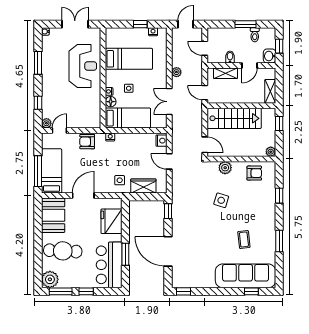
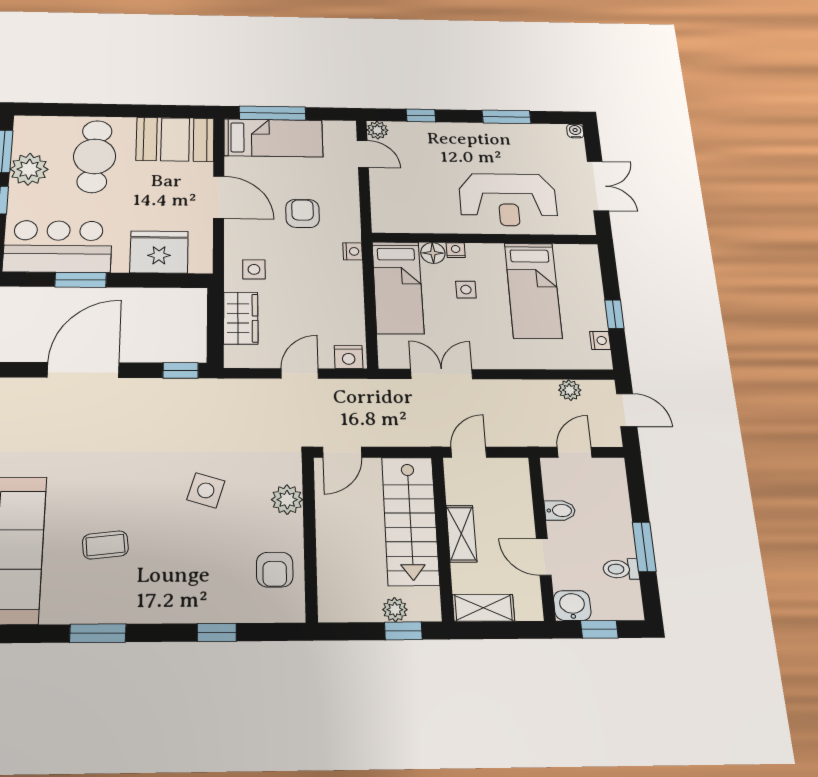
plant: (176, 72) -> (570, 390), moved
shelving: (226, 73) -> (461, 534), moved
armchair: (87, 142) -> (303, 213), moved
plant: (271, 152) -> (395, 610), moved
plant: (50, 279) -> (29, 169), moved

